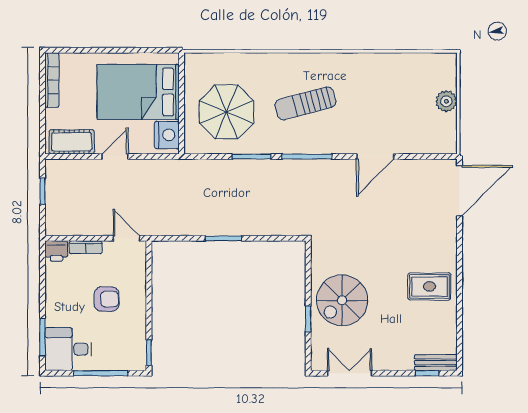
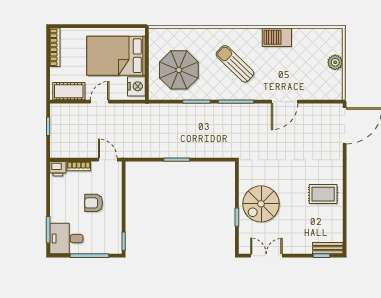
barbecue: (364, 66) -> (277, 37), added
sun lounger: (305, 103) -> (235, 64), turned 59
armchair: (107, 299) -> (94, 203), turned 180

